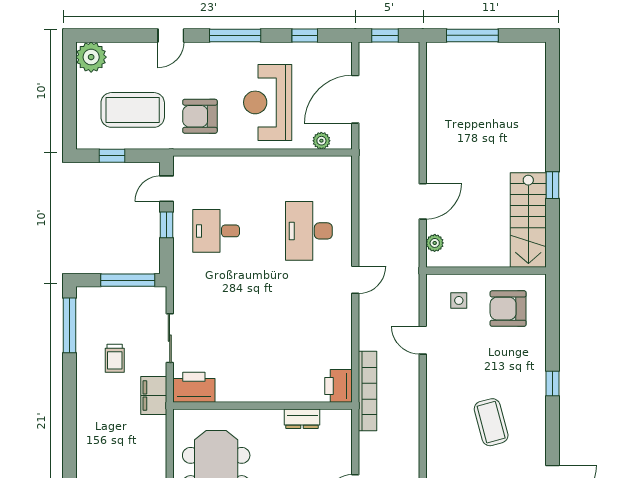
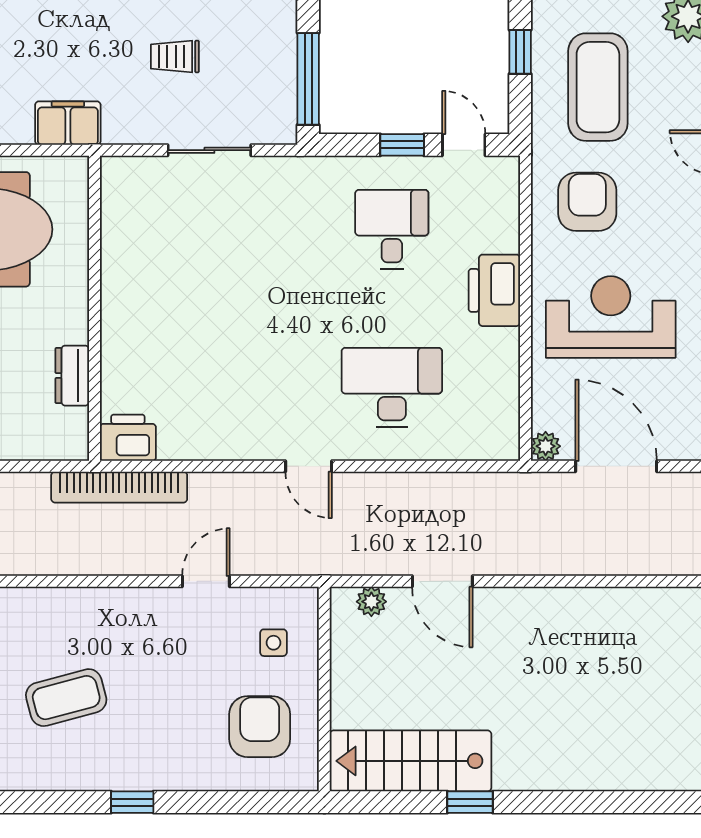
plant: (321, 141) -> (546, 446), moved
printer: (194, 387) -> (494, 290), moved, turned 180
filing cabinet: (154, 395) -> (68, 123), moved

